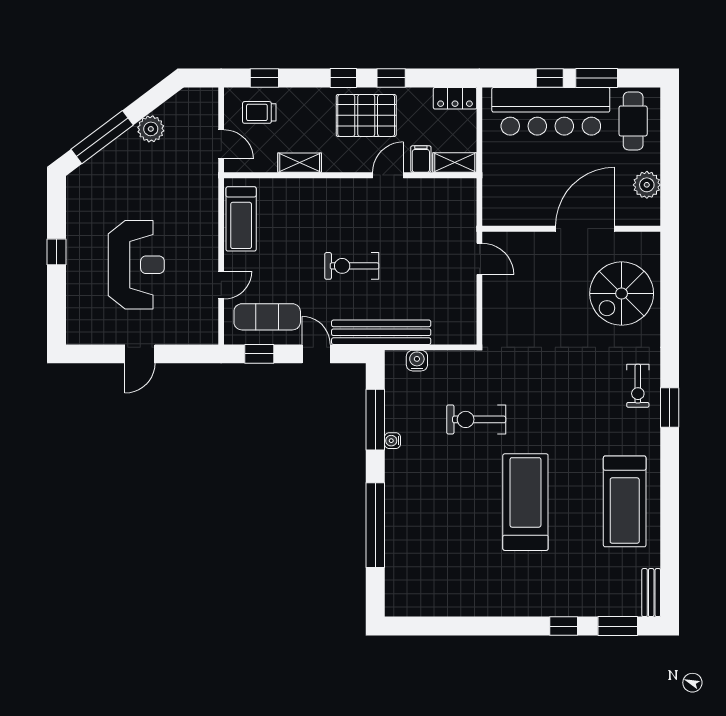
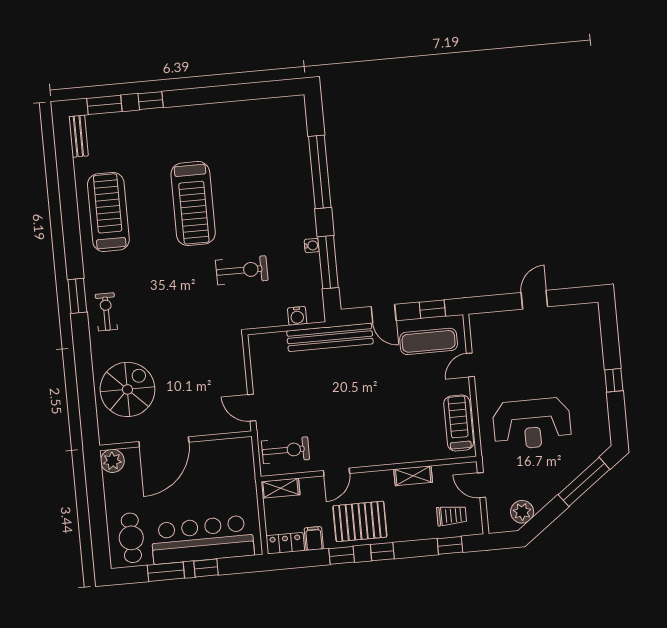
plant: (151, 129) -> (522, 512), moved
filing cabinet: (421, 159) -> (314, 538), moved, turned 180
plant: (647, 185) -> (112, 461), moved
reception desk: (136, 265) -> (532, 424), moved, turned -90
exercise bike: (352, 266) -> (286, 450), moved

